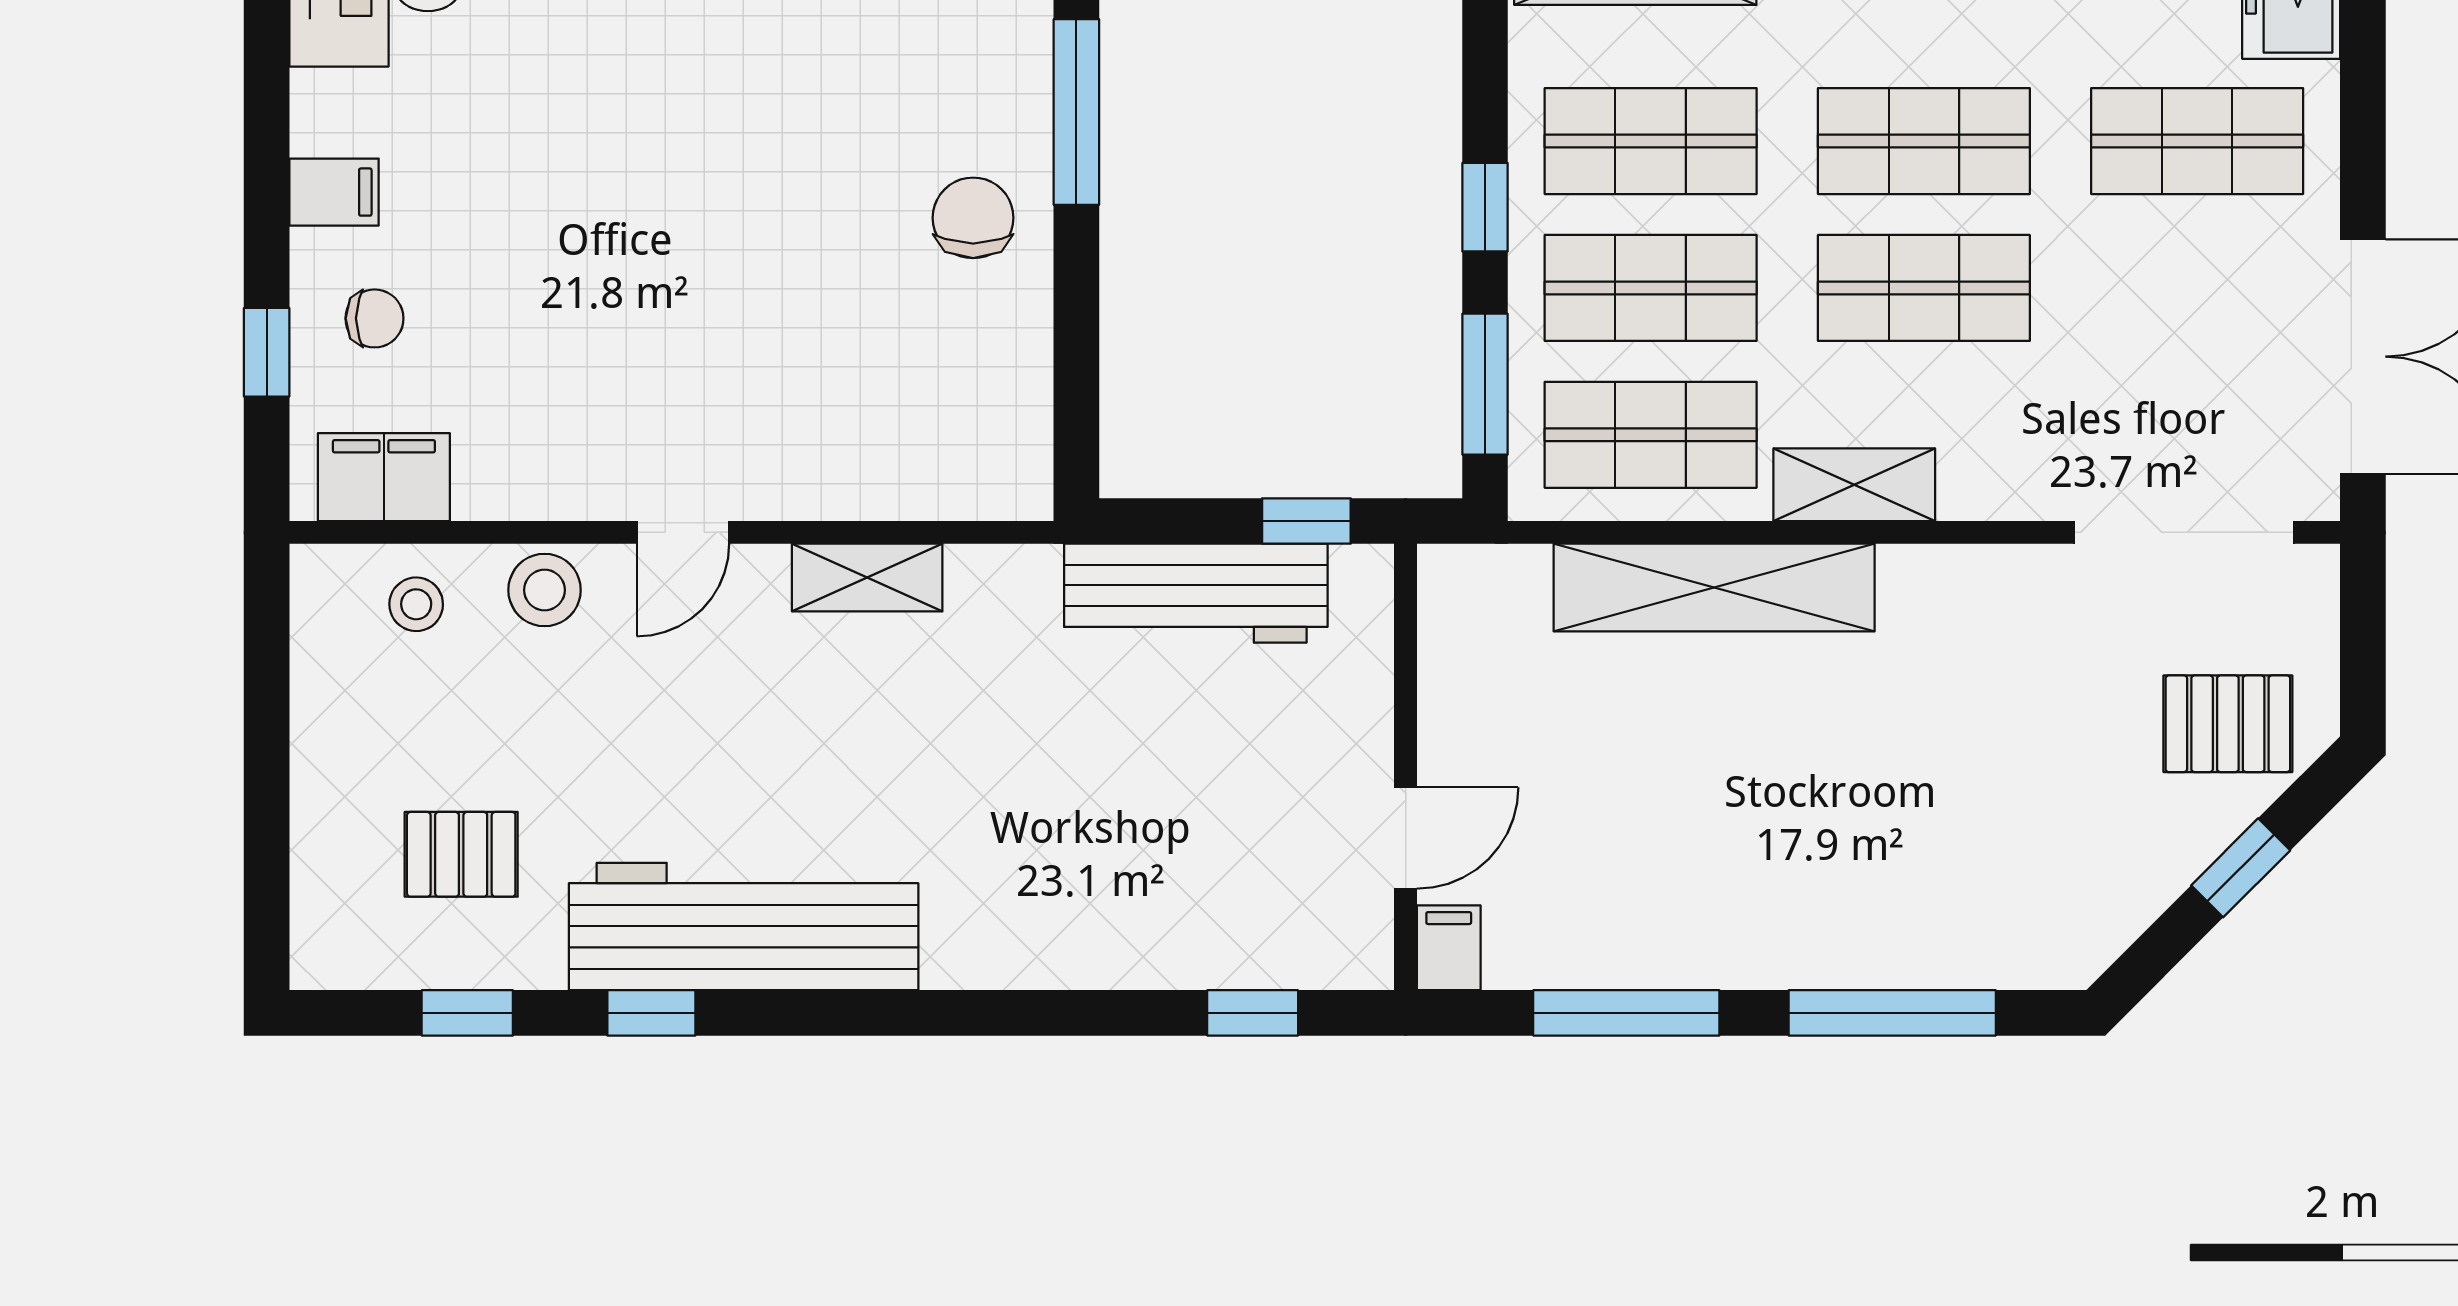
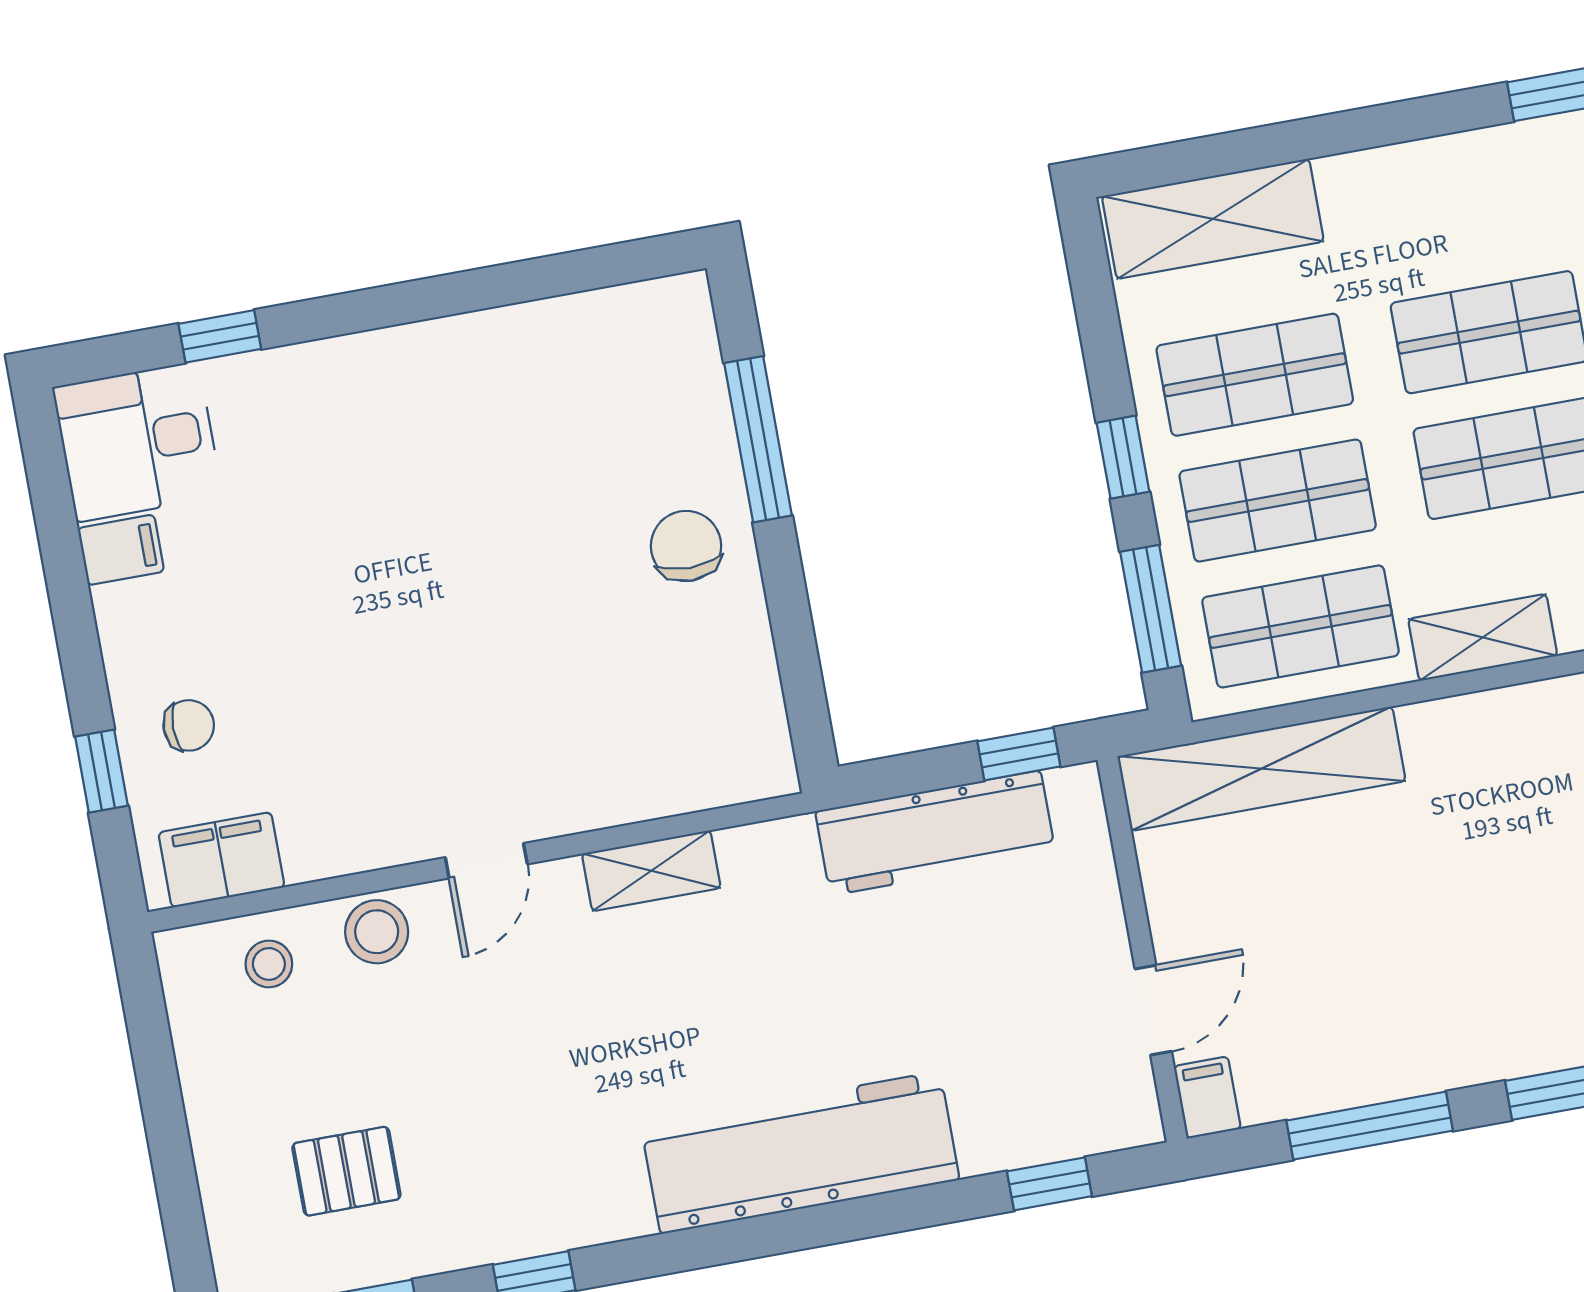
filing cabinet: (334, 192) -> (121, 550), moved
shelving: (1714, 587) -> (1262, 769), moved
workbench: (744, 926) -> (800, 1153), moved

